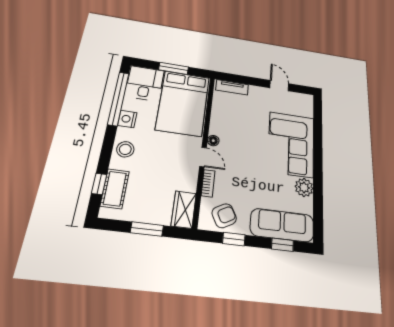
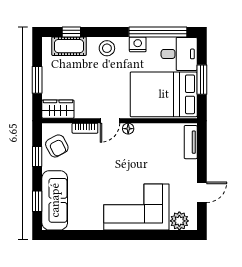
plant: (304, 187) -> (179, 221), moved

